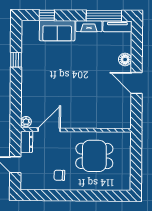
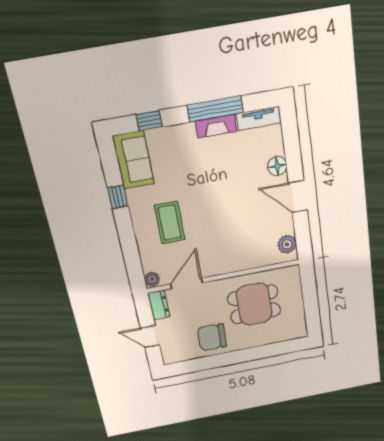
window: (104, 16) -> (215, 109), moved
sofa: (57, 31) -> (133, 160), moved, turned -90
coffee table: (46, 84) -> (170, 223), added
plant: (124, 116) -> (287, 244), added
chair: (59, 175) -> (212, 337), width x1.87, depth x1.87

